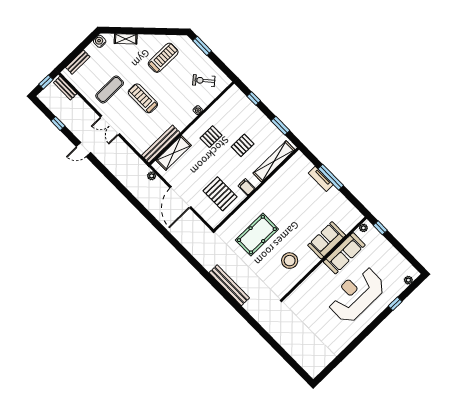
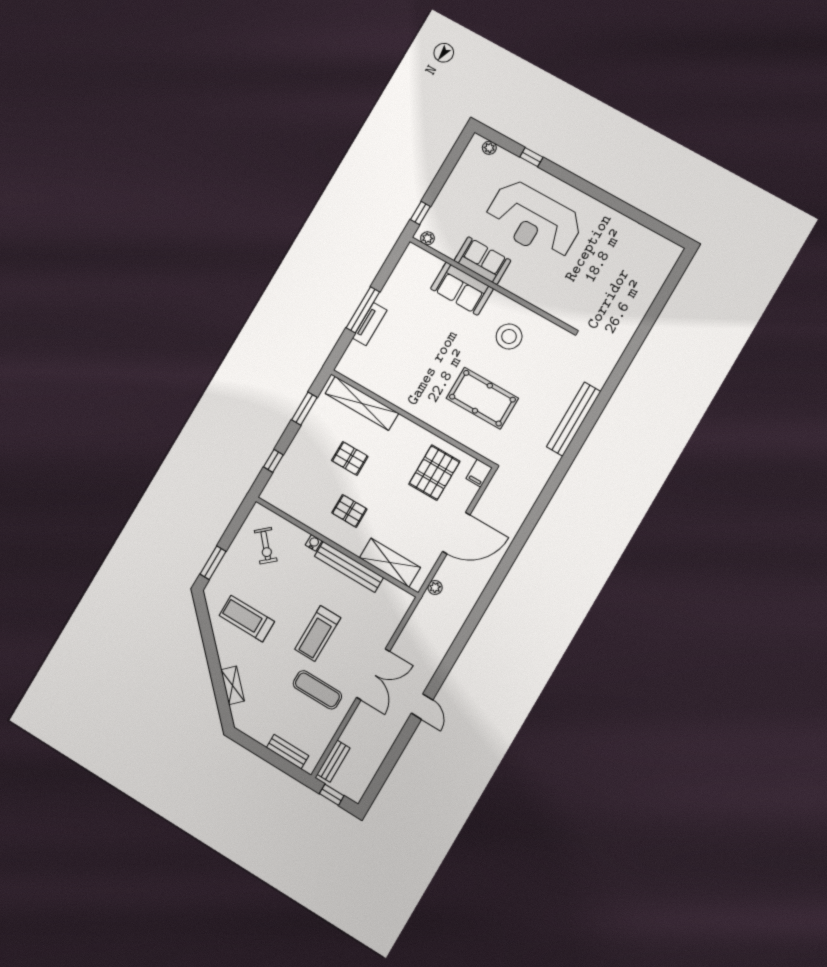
water cooler: (100, 41) -> (247, 725), removed
window: (58, 123) -> (392, 758), removed
double door: (110, 125) -> (373, 674), width x1.37
bench: (161, 144) -> (349, 567), moved
filing cabinet: (247, 187) -> (479, 473), moved
sofa: (344, 253) -> (482, 261), width x0.73

